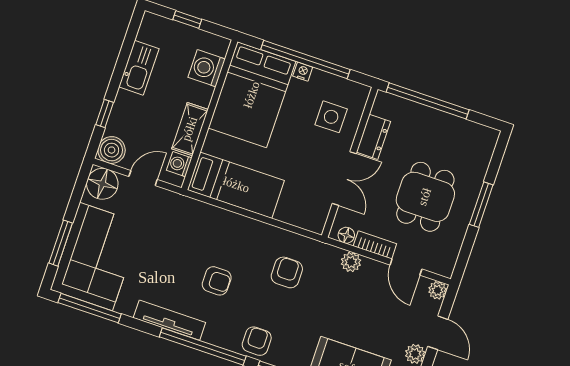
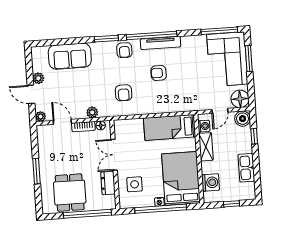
dining table: (425, 197) -> (70, 193), moved
tv unit: (169, 320) -> (161, 43), moved

